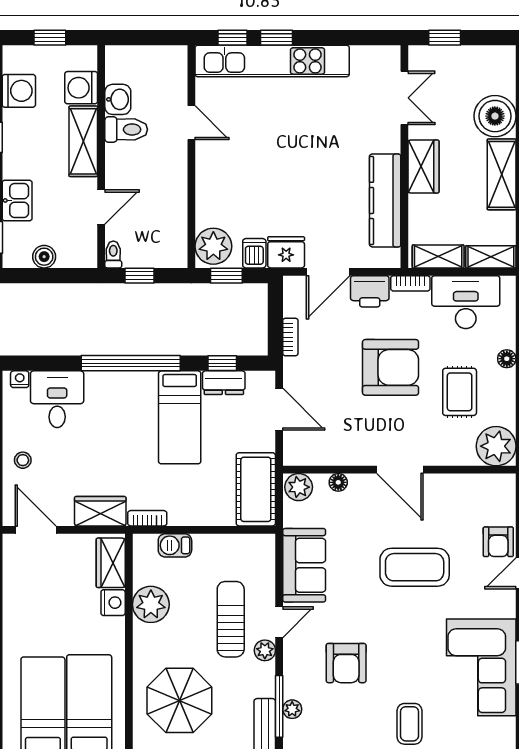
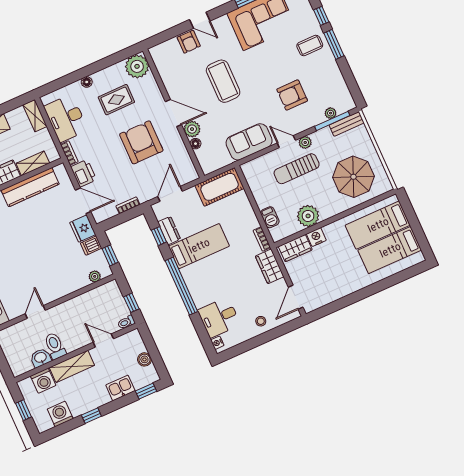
plant: (213, 246) -> (95, 276), width x0.53, depth x0.53
shelving: (438, 256) -> (33, 163), moved, turned 90
armchair: (391, 367) -> (141, 142), moved
door: (400, 470) -> (173, 113), hinge flipped
plant: (299, 487) -> (192, 129), moved
armchair: (498, 542) -> (189, 42), turned 90
armchair: (346, 663) -> (292, 95), turned 180

